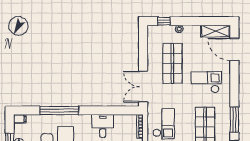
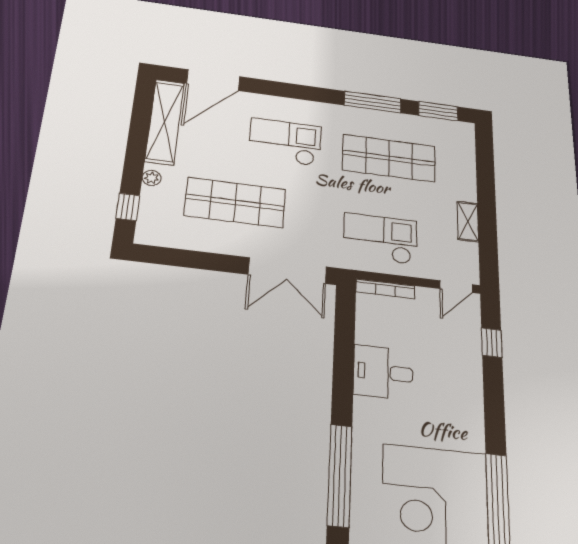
shelving: (215, 31) -> (165, 122), width x1.47
checkout: (206, 82) -> (285, 142), turned 90

